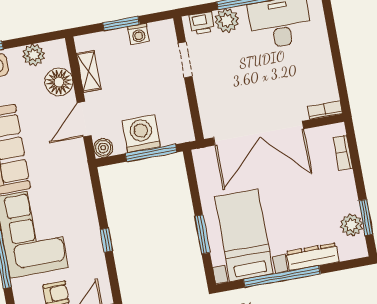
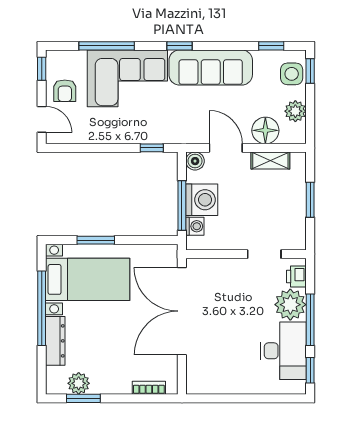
plant: (227, 20) -> (290, 305), width x1.36, depth x1.36
washing machine: (138, 34) -> (195, 226), moved, turned 180
bookcase: (325, 110) -> (192, 378), removed
window: (106, 240) -> (152, 148), moved

